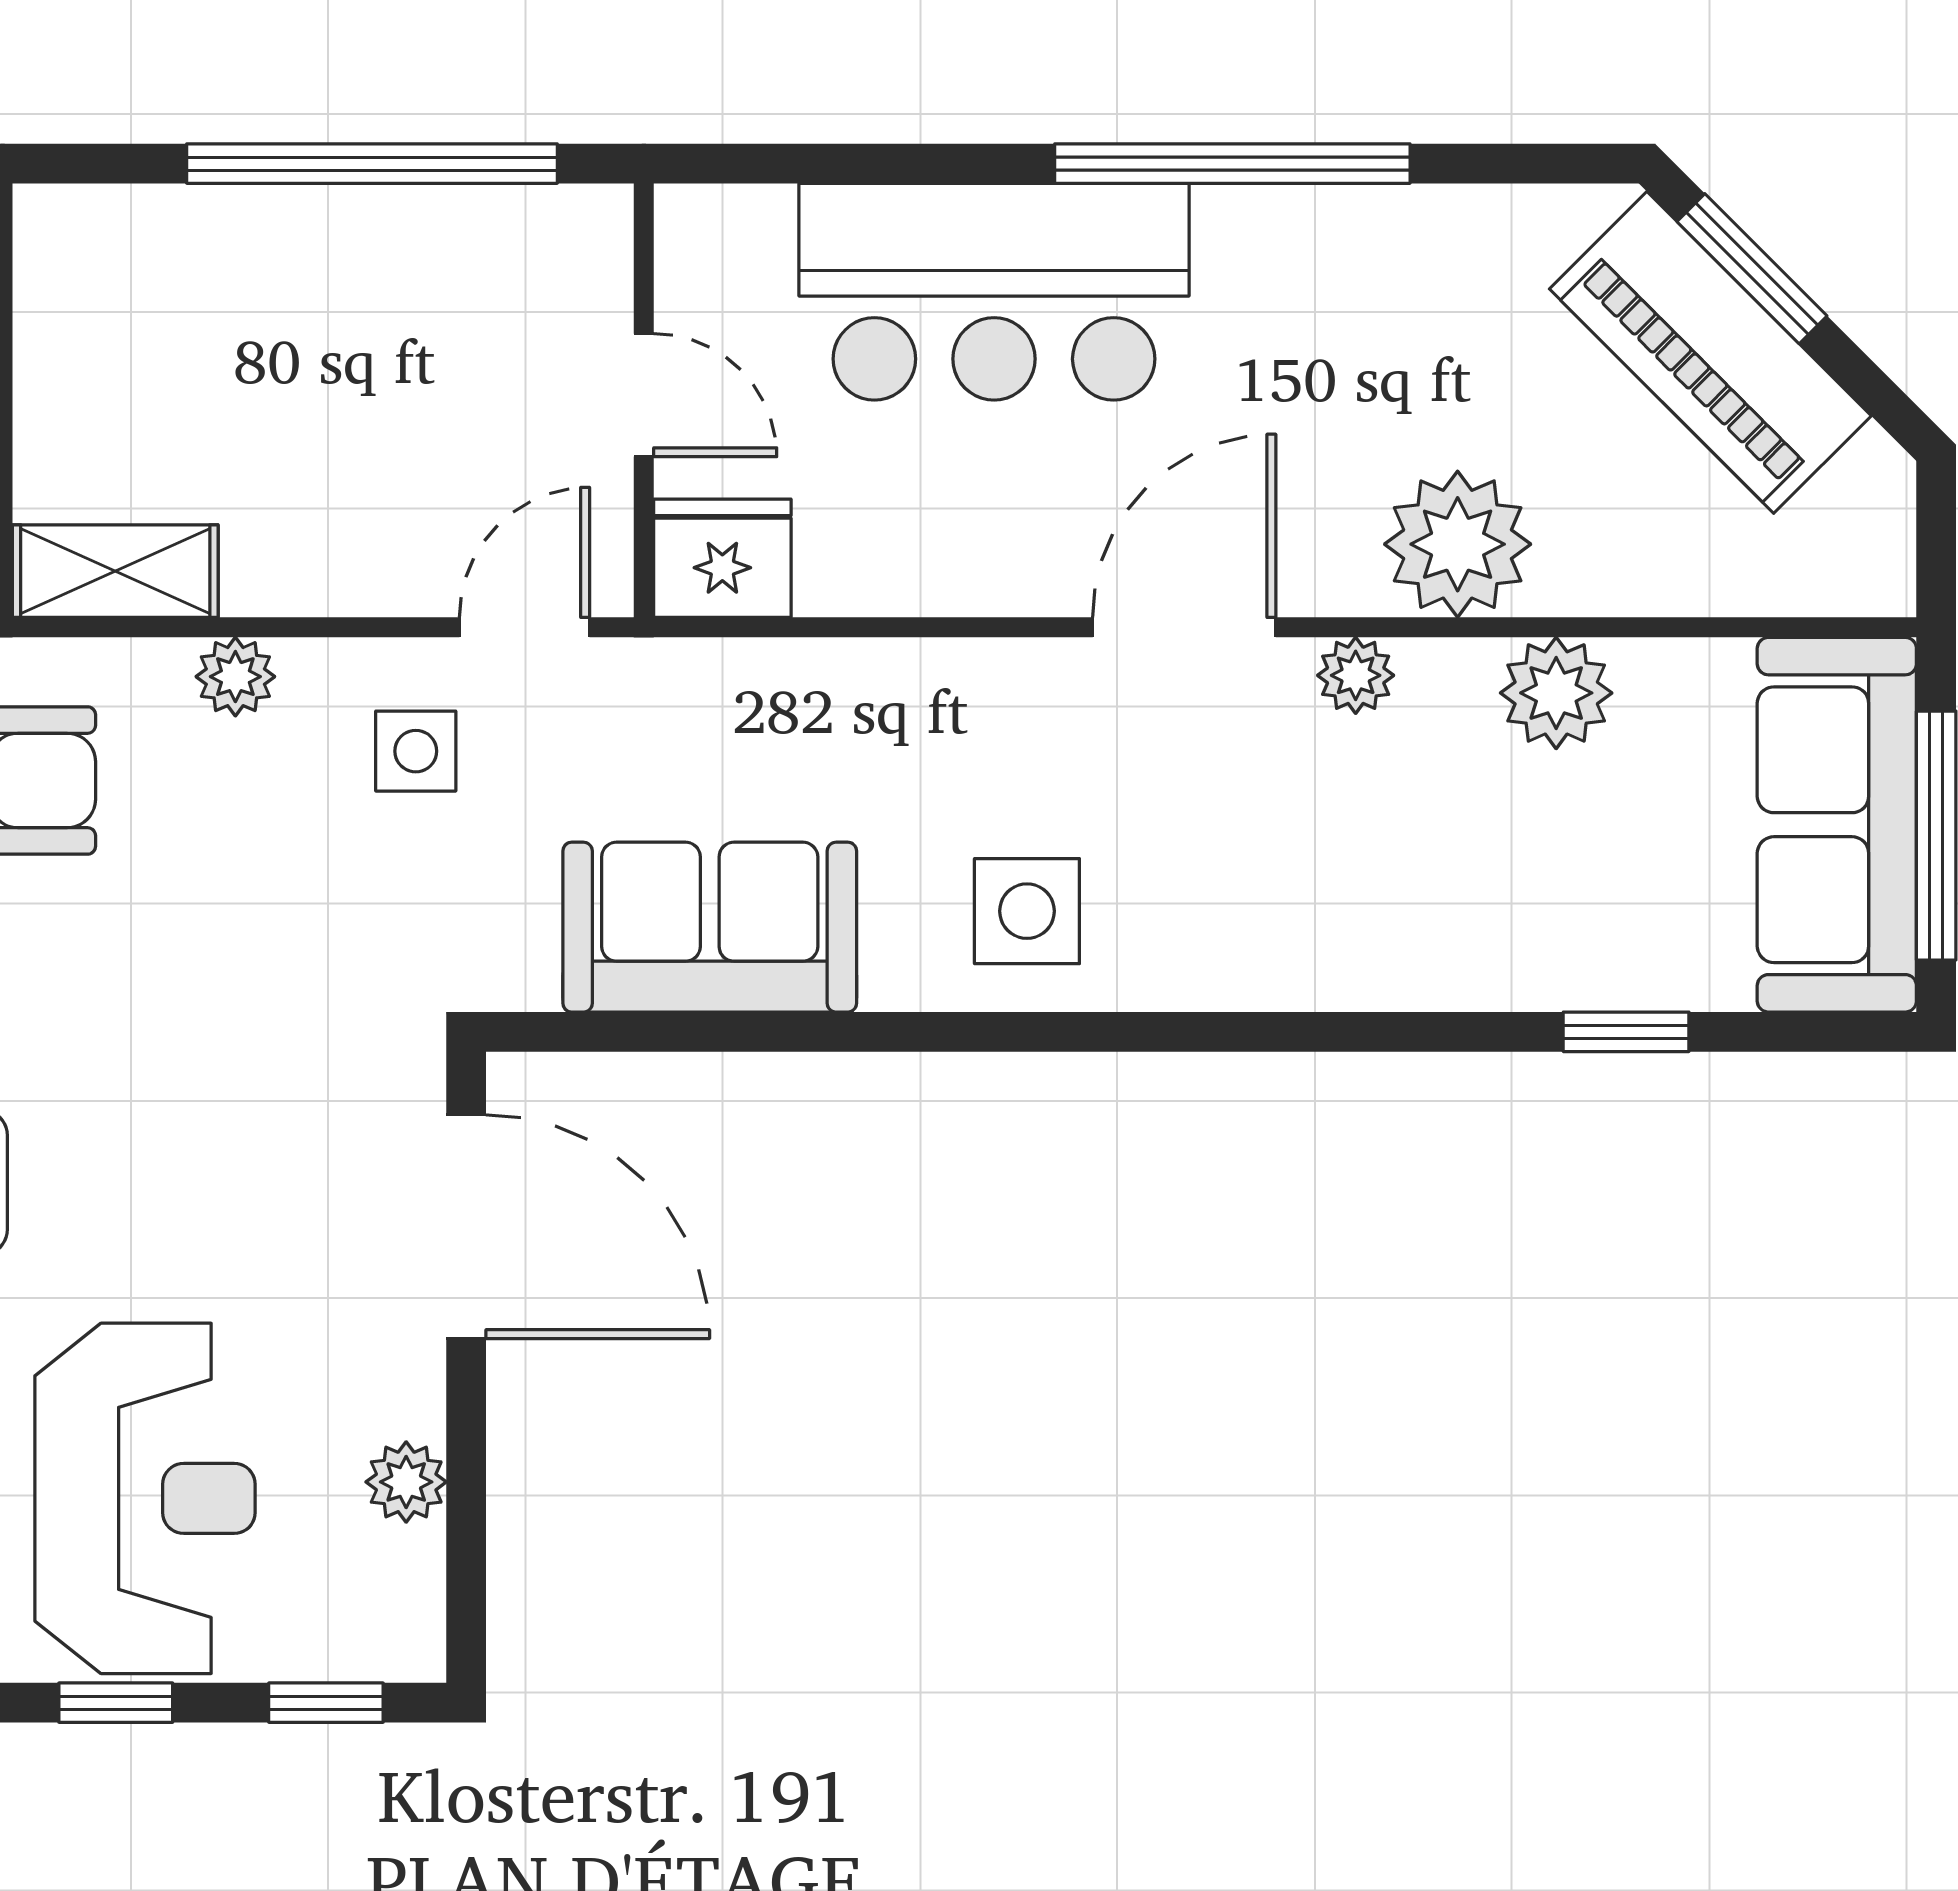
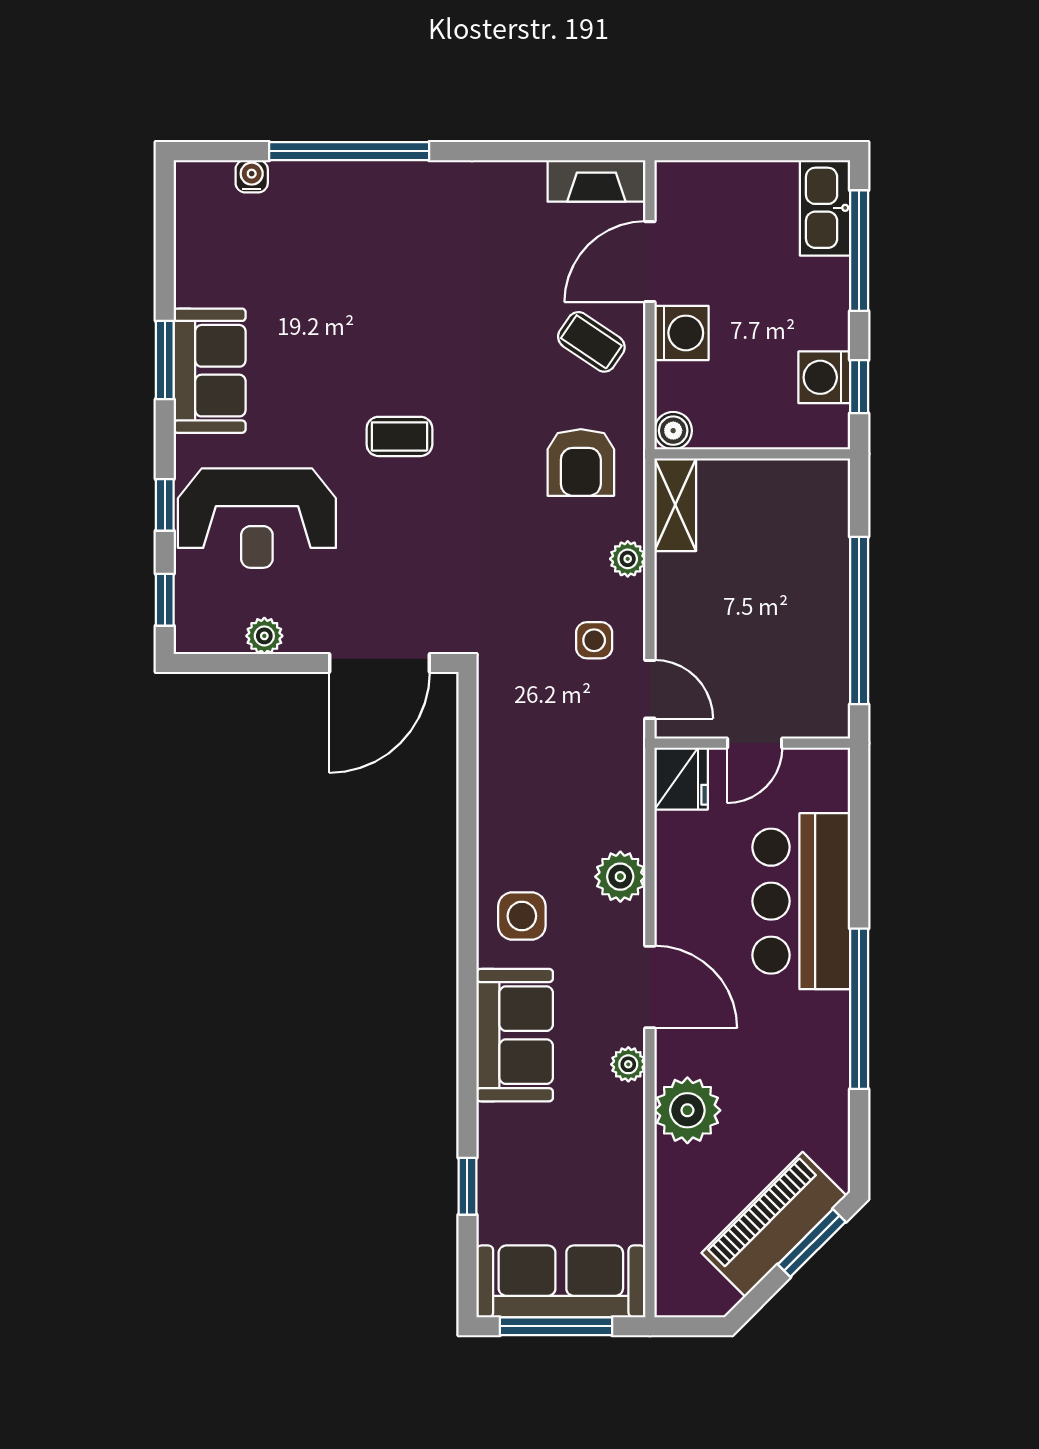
plant: (1556, 693) -> (620, 877), moved
sofa: (710, 927) -> (515, 1035), moved

